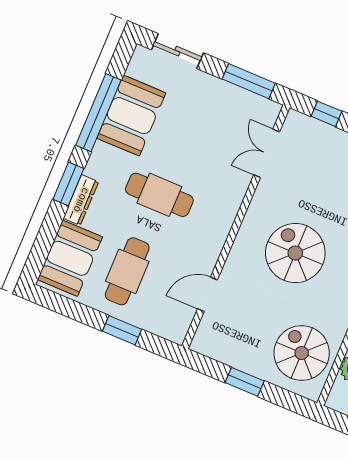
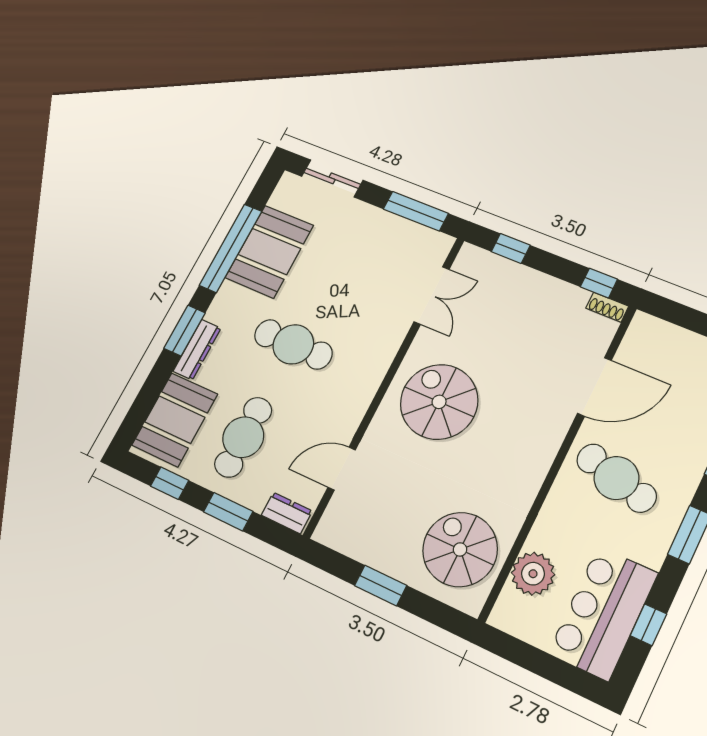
double door: (267, 153) -> (432, 295), swing flipped
spiral stairs: (295, 253) -> (439, 402), moved
window: (72, 309) -> (170, 483), added
dresser: (168, 330) -> (287, 513), added

